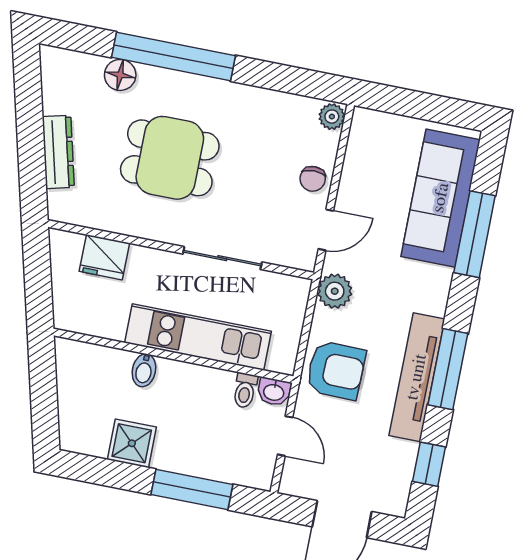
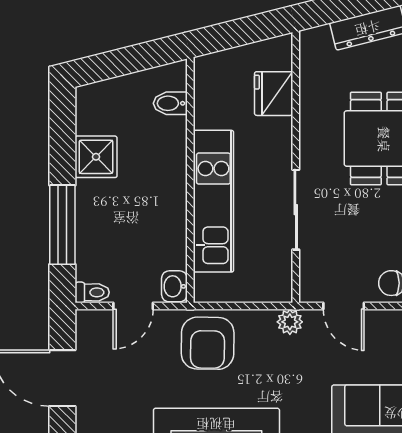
plant: (335, 291) -> (290, 322), width x0.73, depth x0.73
bidet: (144, 370) -> (170, 103), moved
toilet: (245, 390) -> (92, 292), moved, turned 180

